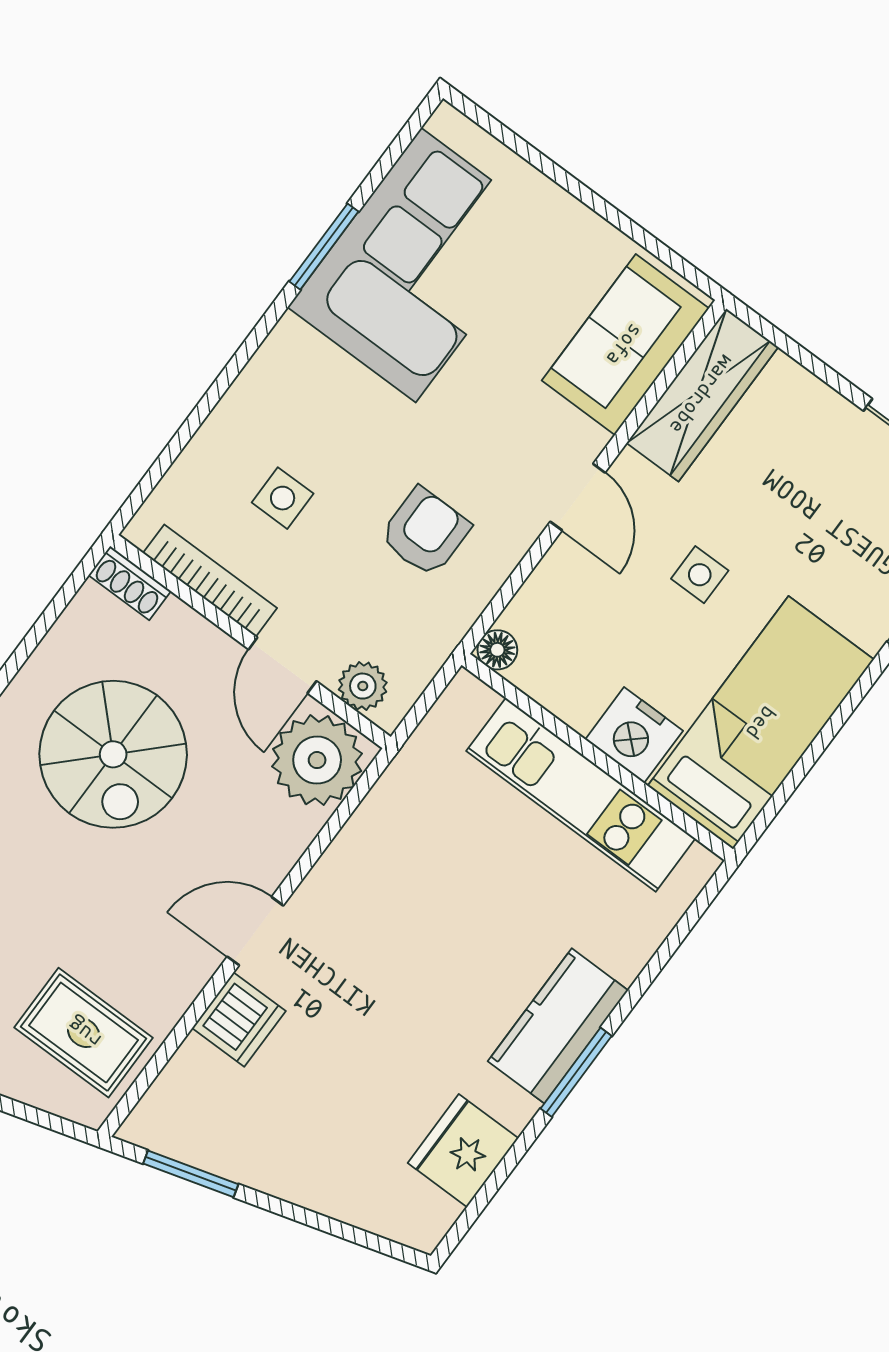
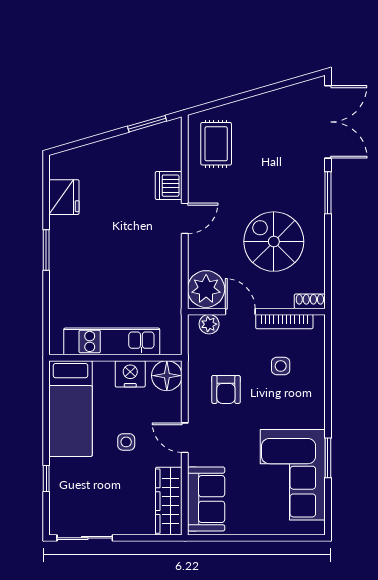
floor lamp: (497, 650) -> (167, 376), width x1.89, depth x1.89
nightstand: (634, 735) -> (130, 374), moved
kitchen counter: (558, 1026) -> (63, 261), removed
rug: (84, 1033) -> (216, 144), turned 90

